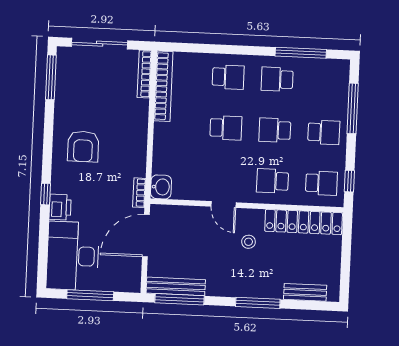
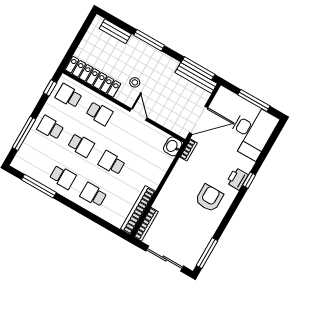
printer: (60, 207) -> (237, 179), moved

